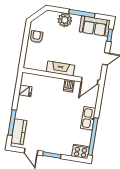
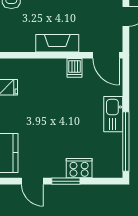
door: (90, 81) -> (106, 55), hinge flipped
cooker: (81, 151) -> (79, 168), moved

